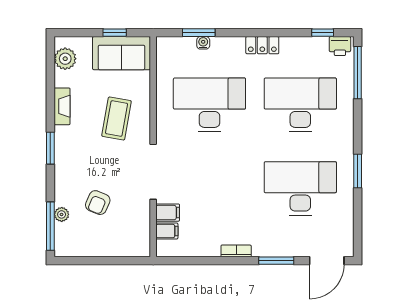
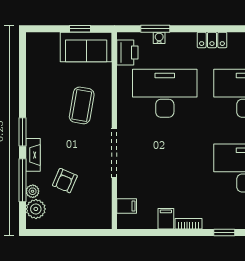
plant: (65, 59) -> (36, 209), moved
printer: (168, 59) -> (127, 52), added
fireplace: (62, 106) -> (33, 155), moved
filing cabinet: (168, 213) -> (166, 219), moved, turned -90
window: (50, 226) -> (23, 180), moved
window: (276, 261) -> (224, 233), width x0.67

